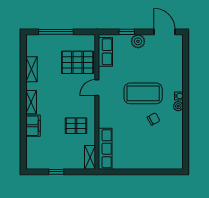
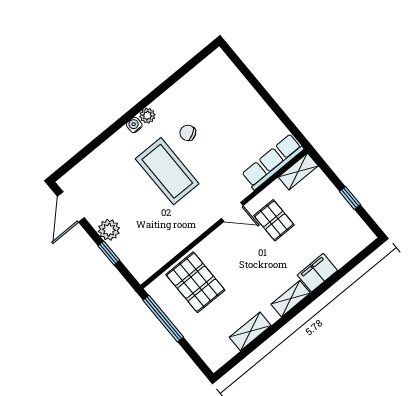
window: (56, 32) -> (163, 319), moved
row of seats: (105, 52) -> (154, 259), removed
door: (97, 88) -> (232, 212), moved

